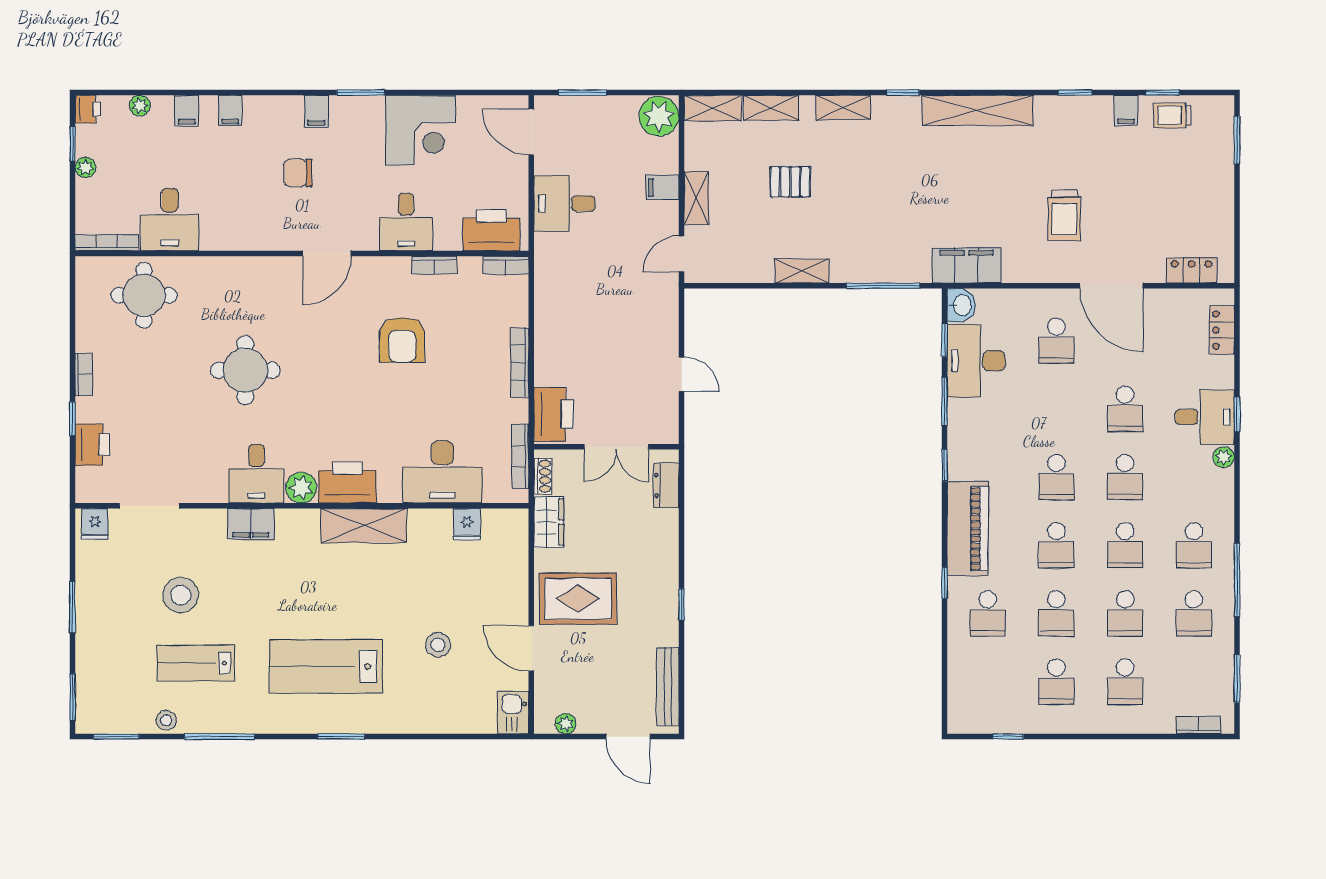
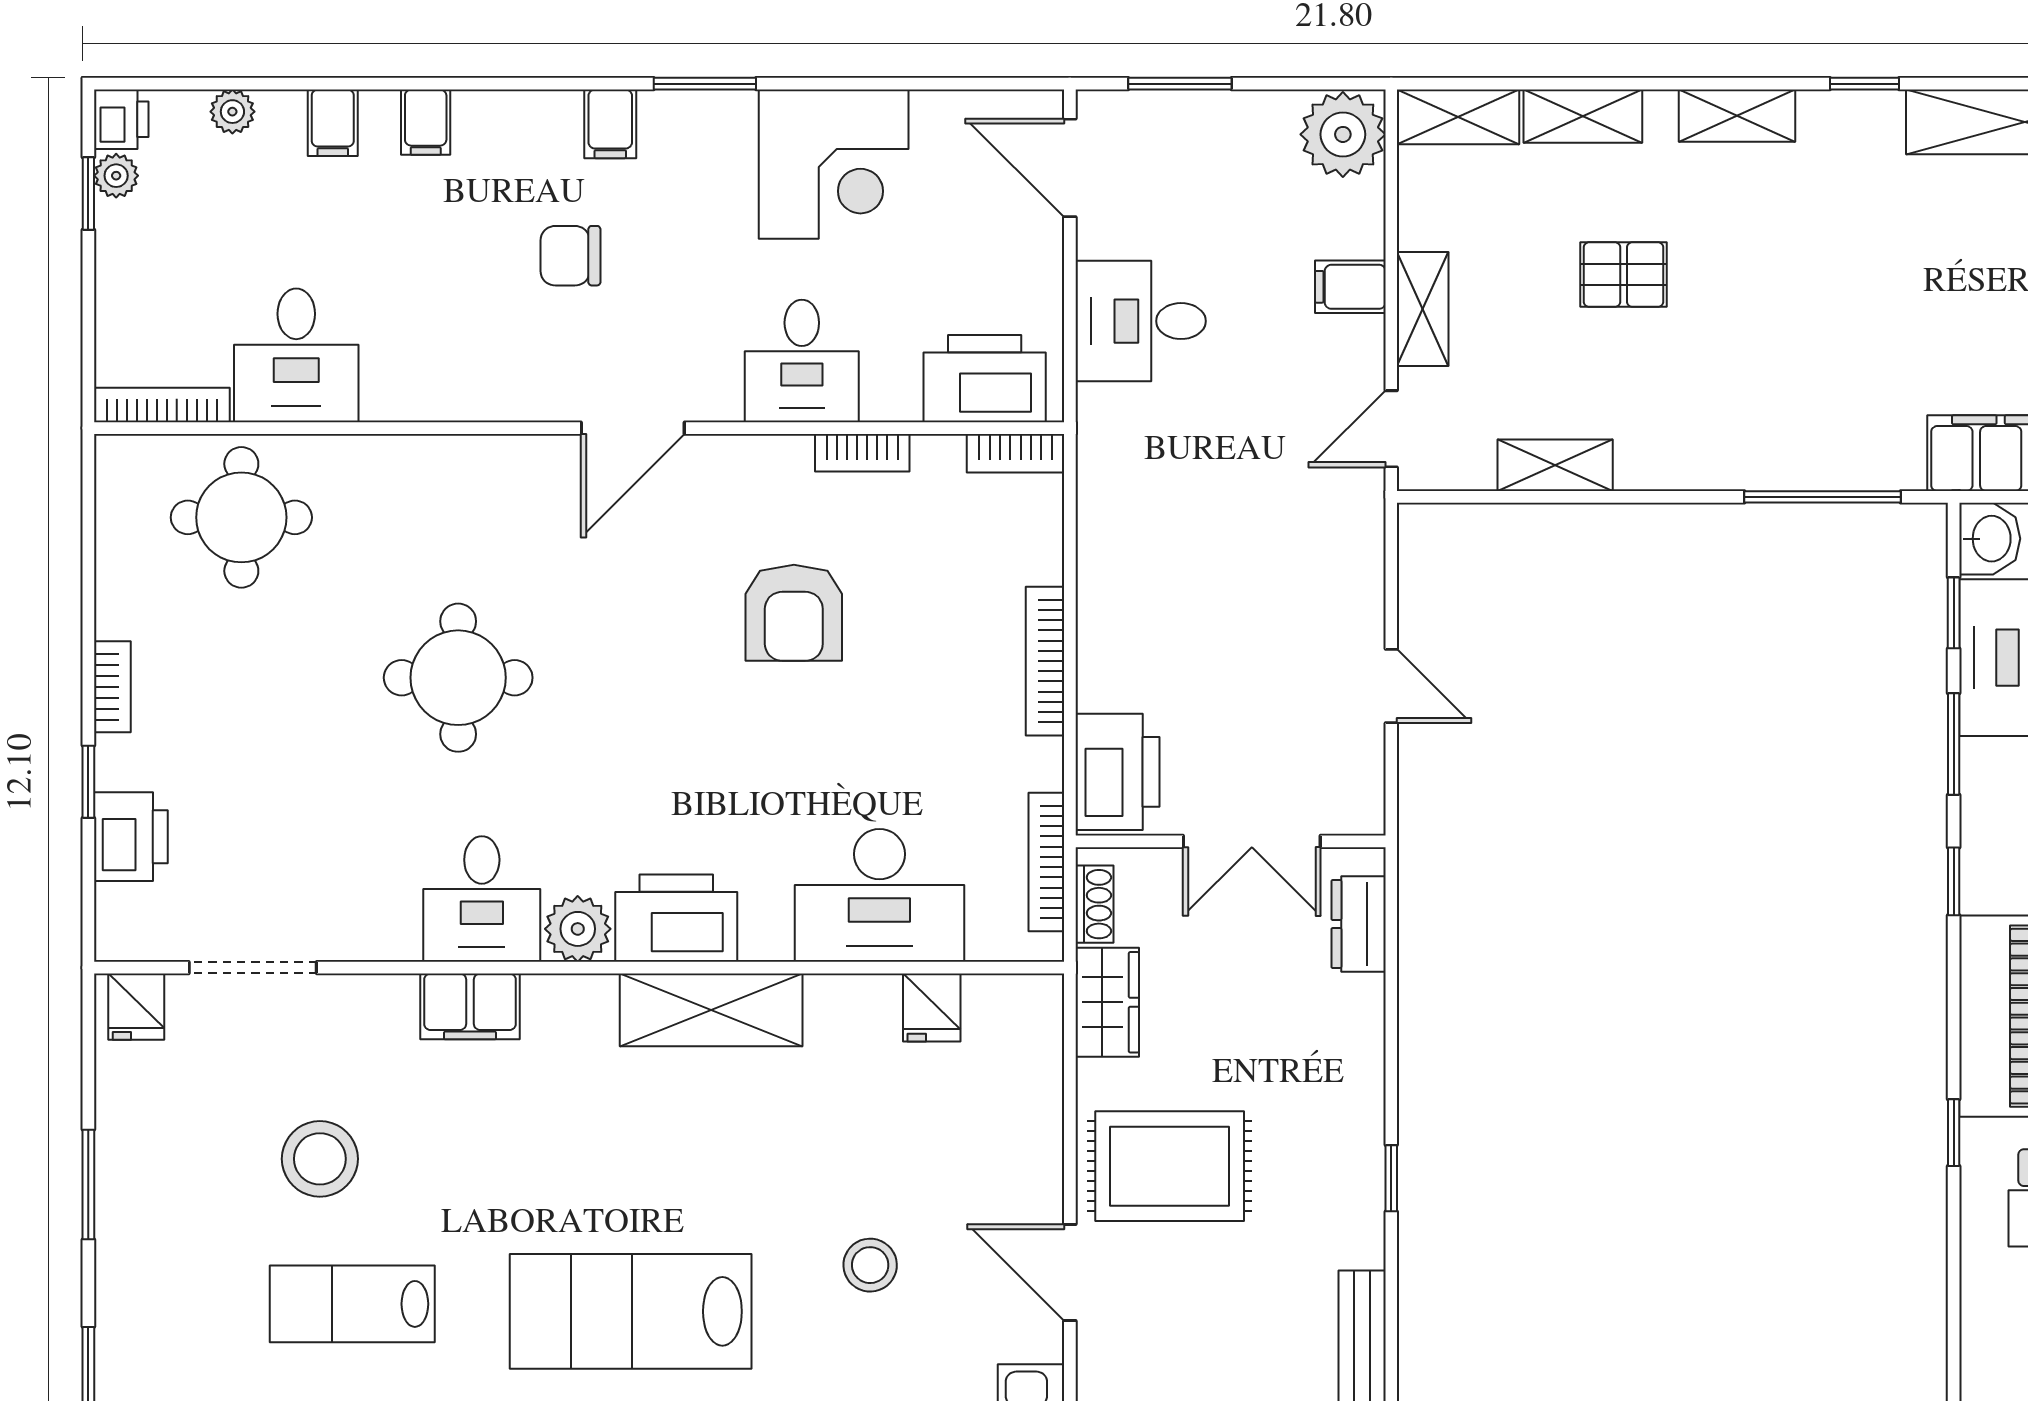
plant: (85, 167) -> (116, 176), moved
shelving: (802, 271) -> (1555, 465), moved

